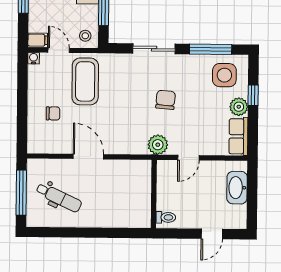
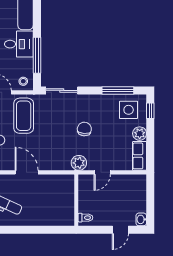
sliding door: (154, 49) -> (62, 90), moved
window: (253, 95) -> (150, 111), moved
washbasin: (237, 188) -> (141, 219), moved, width x0.52, depth x0.69

